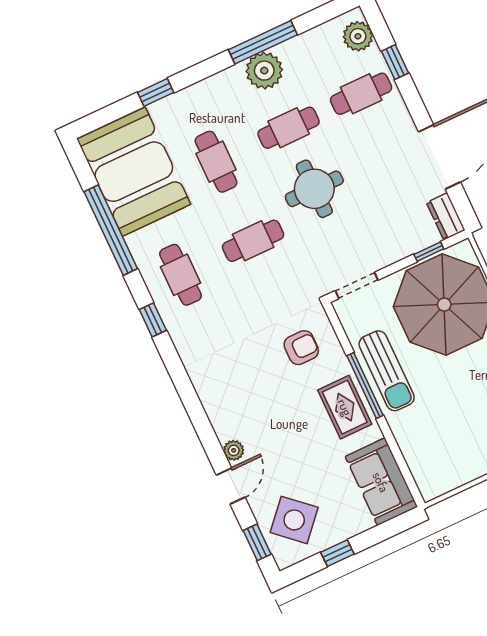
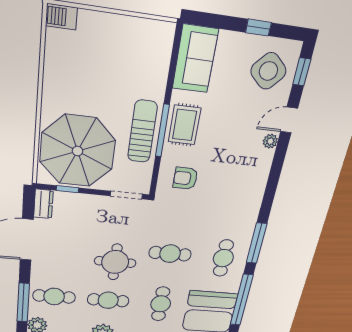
window: (395, 62) -> (23, 303), width x2.17
window: (153, 320) -> (257, 243), width x2.17

